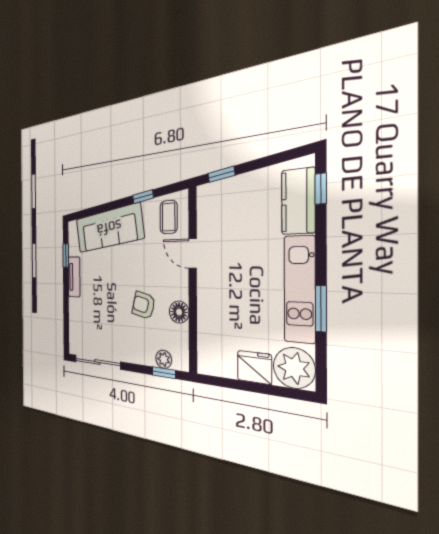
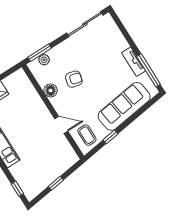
window: (221, 174) -> (56, 183), moved
kitchen counter: (298, 201) -> (24, 179), removed
window: (66, 256) -> (149, 70), width x2.17
window: (164, 373) -> (40, 53), width x1.50

